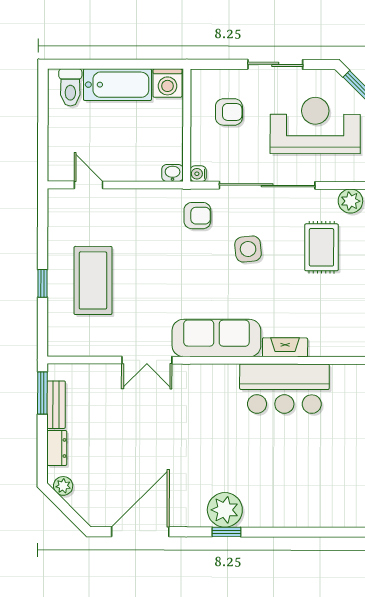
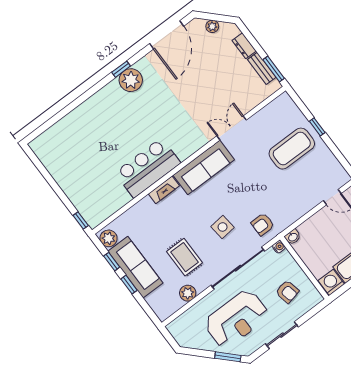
armchair: (229, 112) -> (287, 292), turned -102
coffee table: (93, 280) -> (292, 149), turned 90
plant: (63, 486) -> (212, 26), moved

